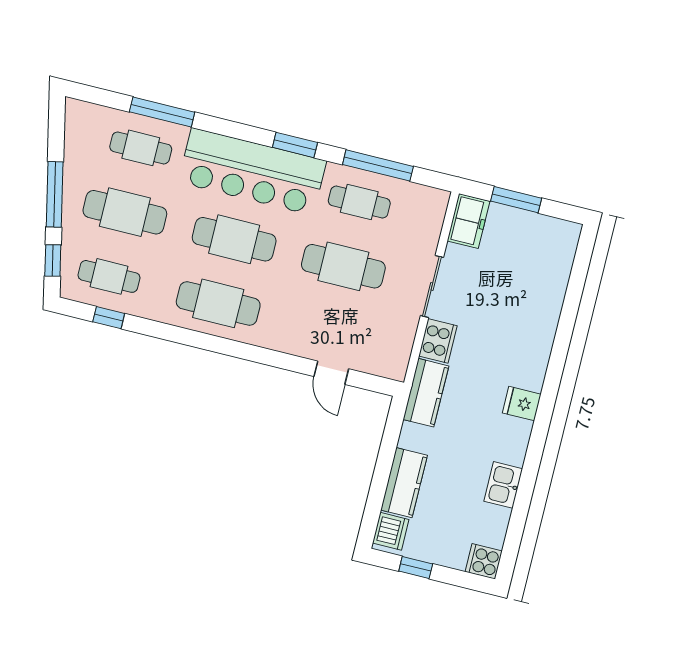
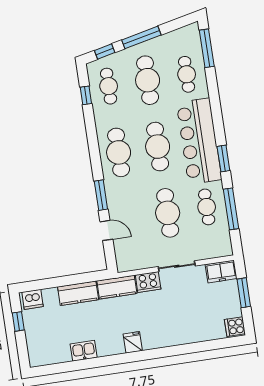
window: (162, 112) -> (207, 48), moved
window: (273, 358) -> (101, 195), added
door: (331, 373) -> (106, 230), swing flipped
kitchen counter: (404, 483) -> (78, 293), moved
cooker: (484, 561) -> (235, 327), moved, turned -90

